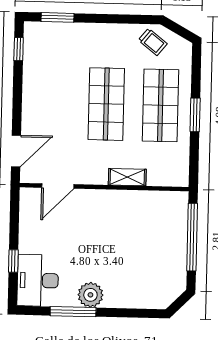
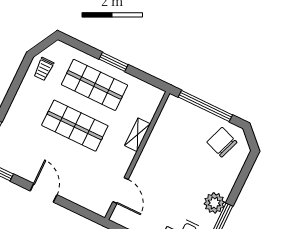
trolley: (153, 42) -> (44, 69), turned 141
door: (16, 151) -> (44, 193), moved
chair: (161, 273) -> (222, 142), added

